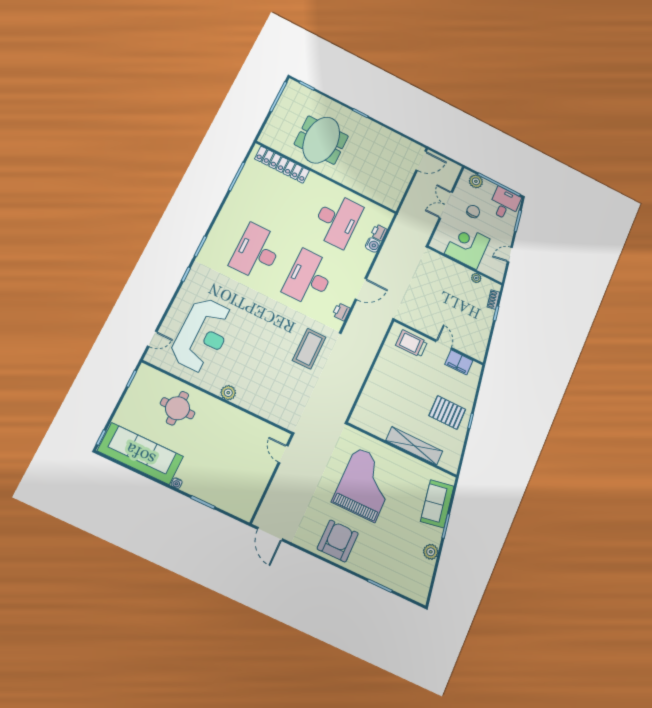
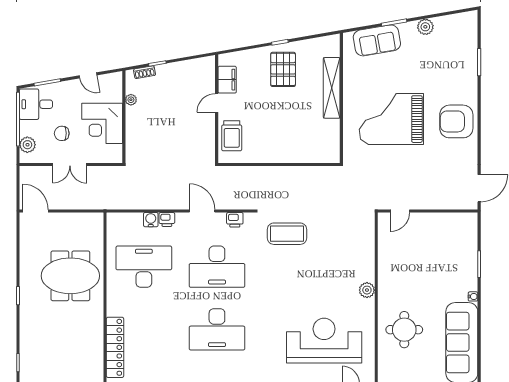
meeting table: (321, 140) -> (70, 276), moved
printer: (379, 232) -> (167, 219), moved

